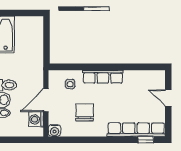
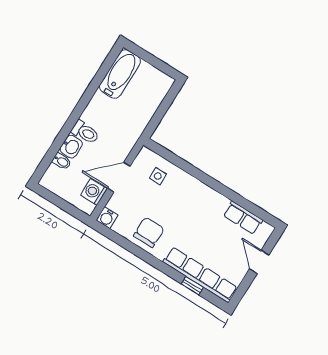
row of seats: (103, 77) -> (243, 218), moved, width x0.68
chair: (85, 112) -> (149, 232), moved
window: (146, 140) -> (192, 286), moved

